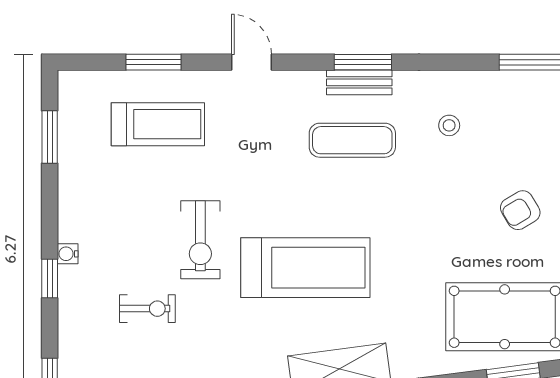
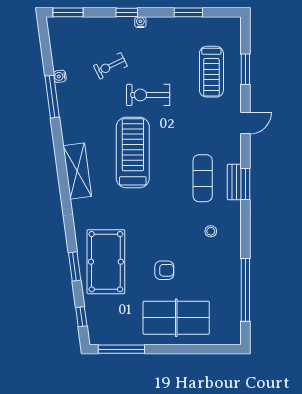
window: (50, 137) -> (188, 12), moved
armchair: (520, 210) -> (164, 270), turned 121
treadmill: (305, 268) -> (133, 152), turned 180
exercise bike: (147, 309) -> (110, 66), turned 64

